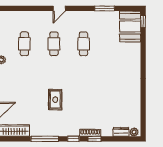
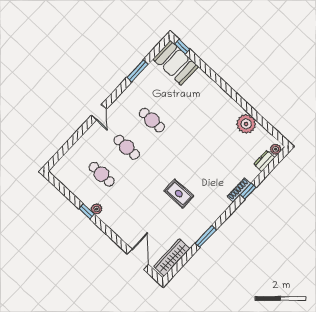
plant: (133, 101) -> (246, 124), added
window: (45, 139) -> (206, 237), width x0.69
window: (73, 139) -> (230, 210), removed

